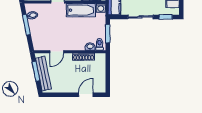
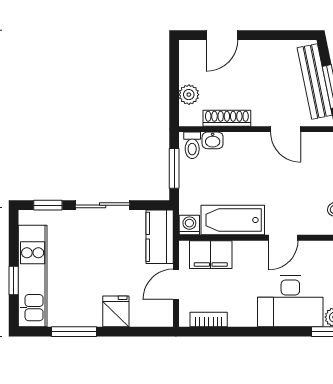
door: (57, 52) -> (285, 129), swing flipped
plant: (101, 68) -> (189, 95), added

